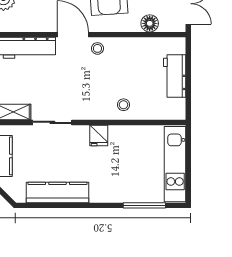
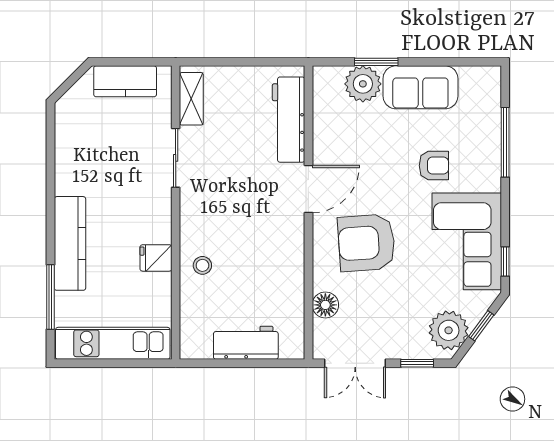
stool: (97, 48) -> (287, 226), removed
fridge: (99, 135) -> (156, 258), moved
kitchen counter: (57, 192) -> (70, 243), moved

